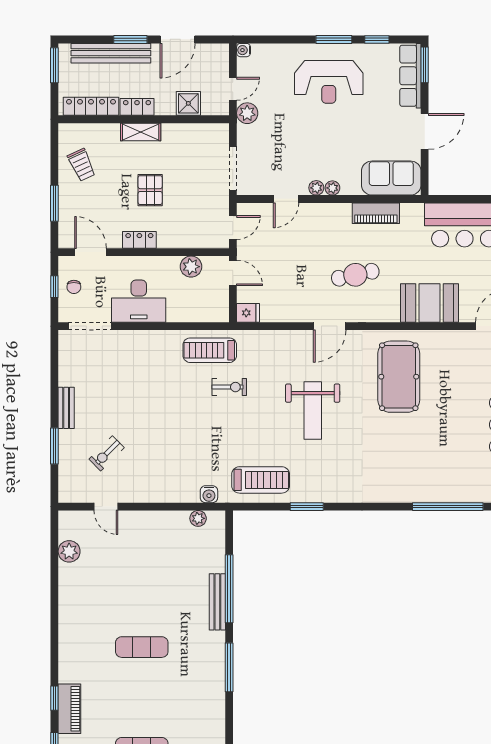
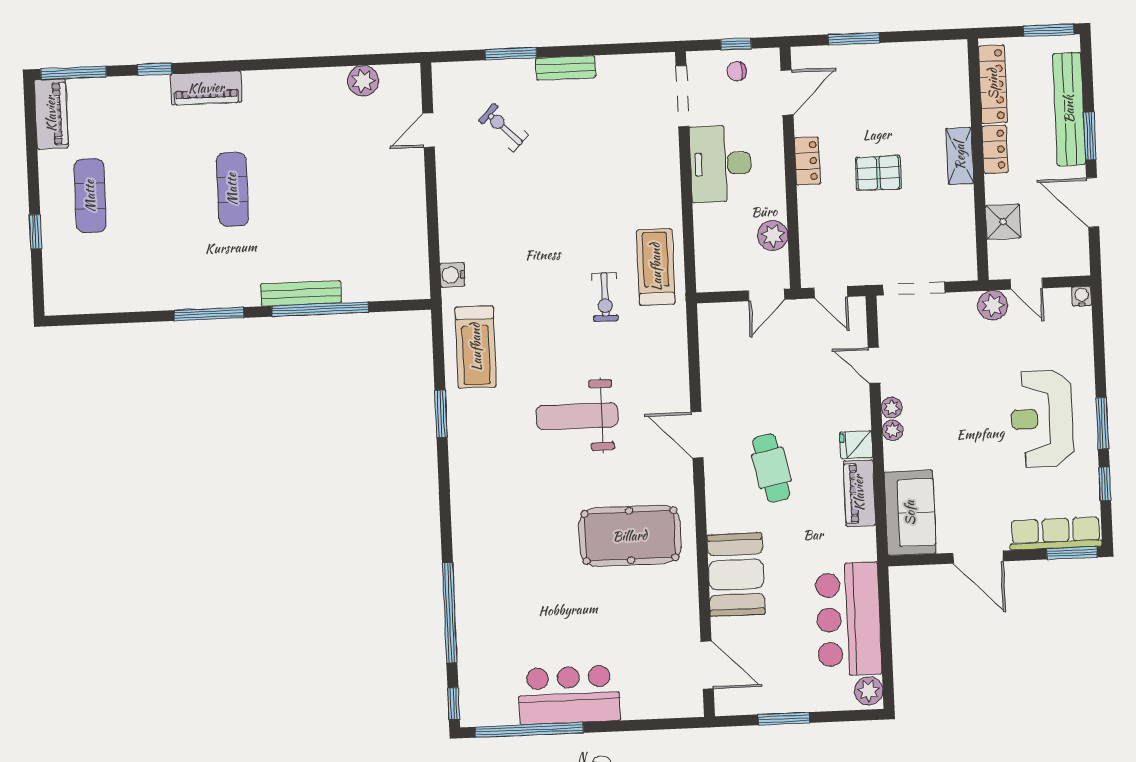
trolley: (82, 165) -> (910, 75), removed
fridge: (248, 313) -> (856, 445), moved, turned 90
plant: (198, 518) -> (418, 261), removed
piano: (69, 709) -> (206, 88), moved

